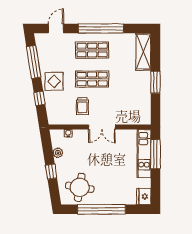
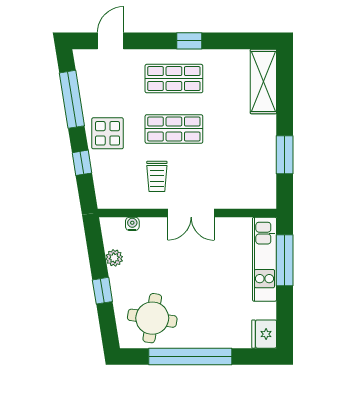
window: (101, 28) -> (189, 41), width x0.32
window: (155, 82) -> (285, 155), moved

